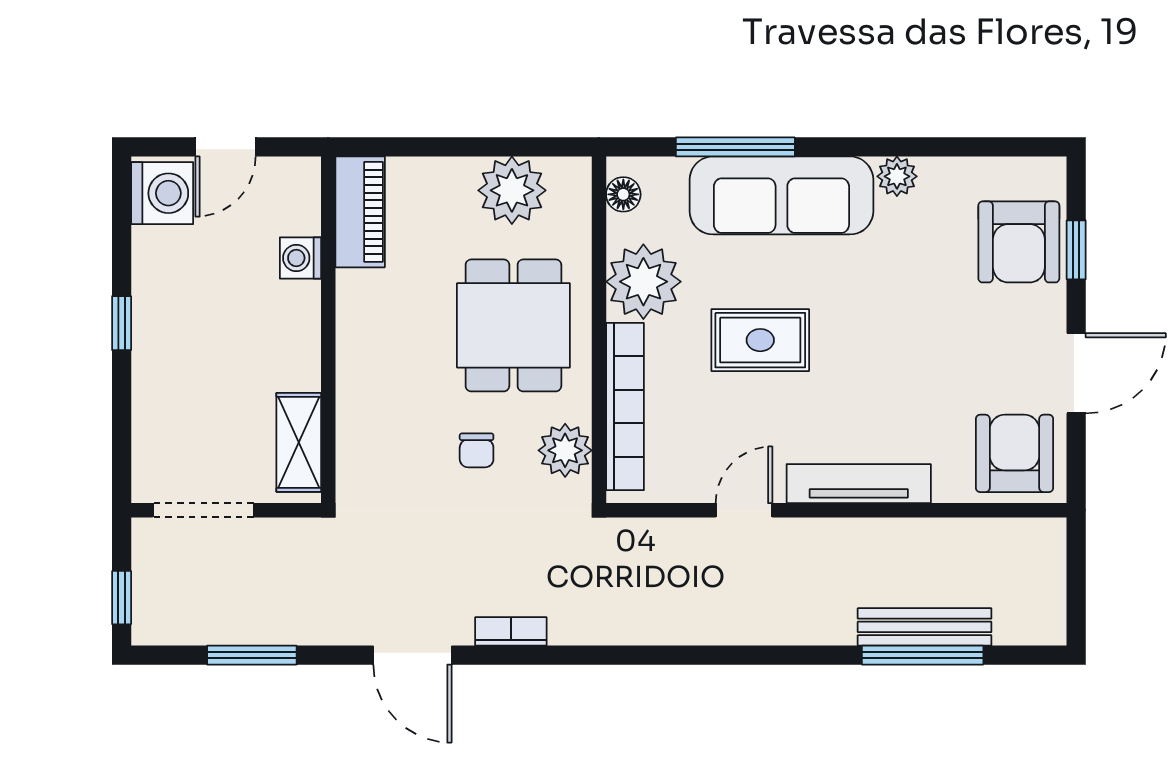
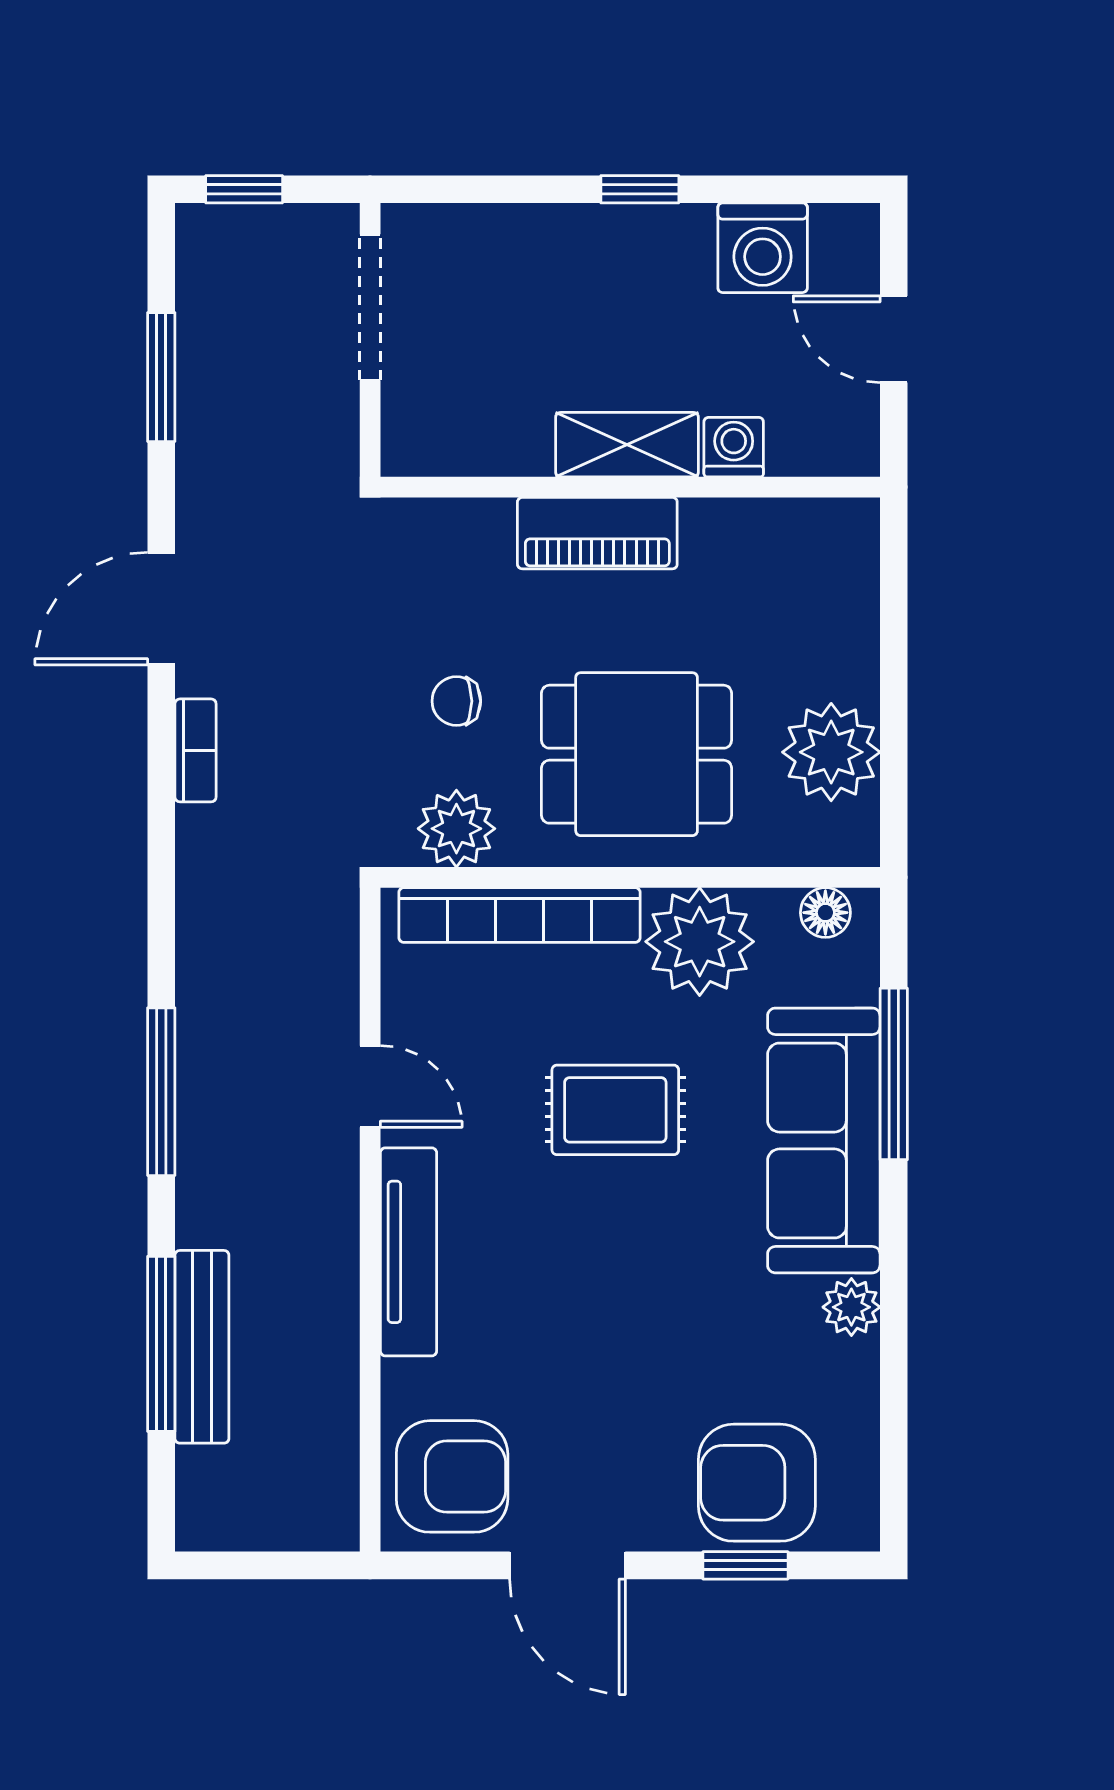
washing machine: (162, 193) -> (763, 248), moved
piano: (360, 212) -> (597, 533), moved
rug: (760, 340) -> (615, 1110), turned 90
shelving: (299, 442) -> (627, 445), moved
window: (748, 655) -> (161, 1092), added

